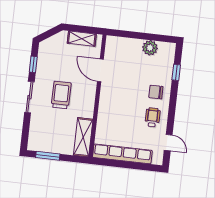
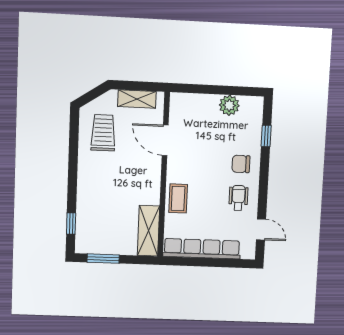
window: (33, 64) -> (71, 224), moved
trolley: (61, 95) -> (103, 133), moved
sliding door: (29, 97) -> (72, 183), removed
coffee table: (107, 115) -> (178, 198), added

